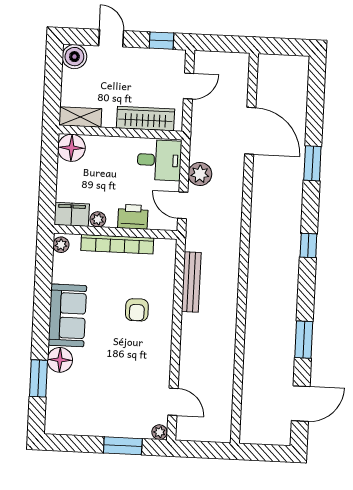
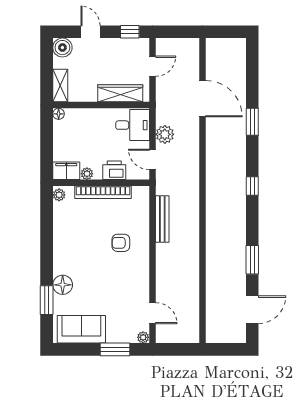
shelving: (80, 117) -> (60, 85), moved, turned 90
floor lamp: (71, 148) -> (59, 114), width x0.53, depth x0.53
armchair: (137, 310) -> (121, 243), turned 90
sofa: (67, 315) -> (81, 329), moved, turned -90

